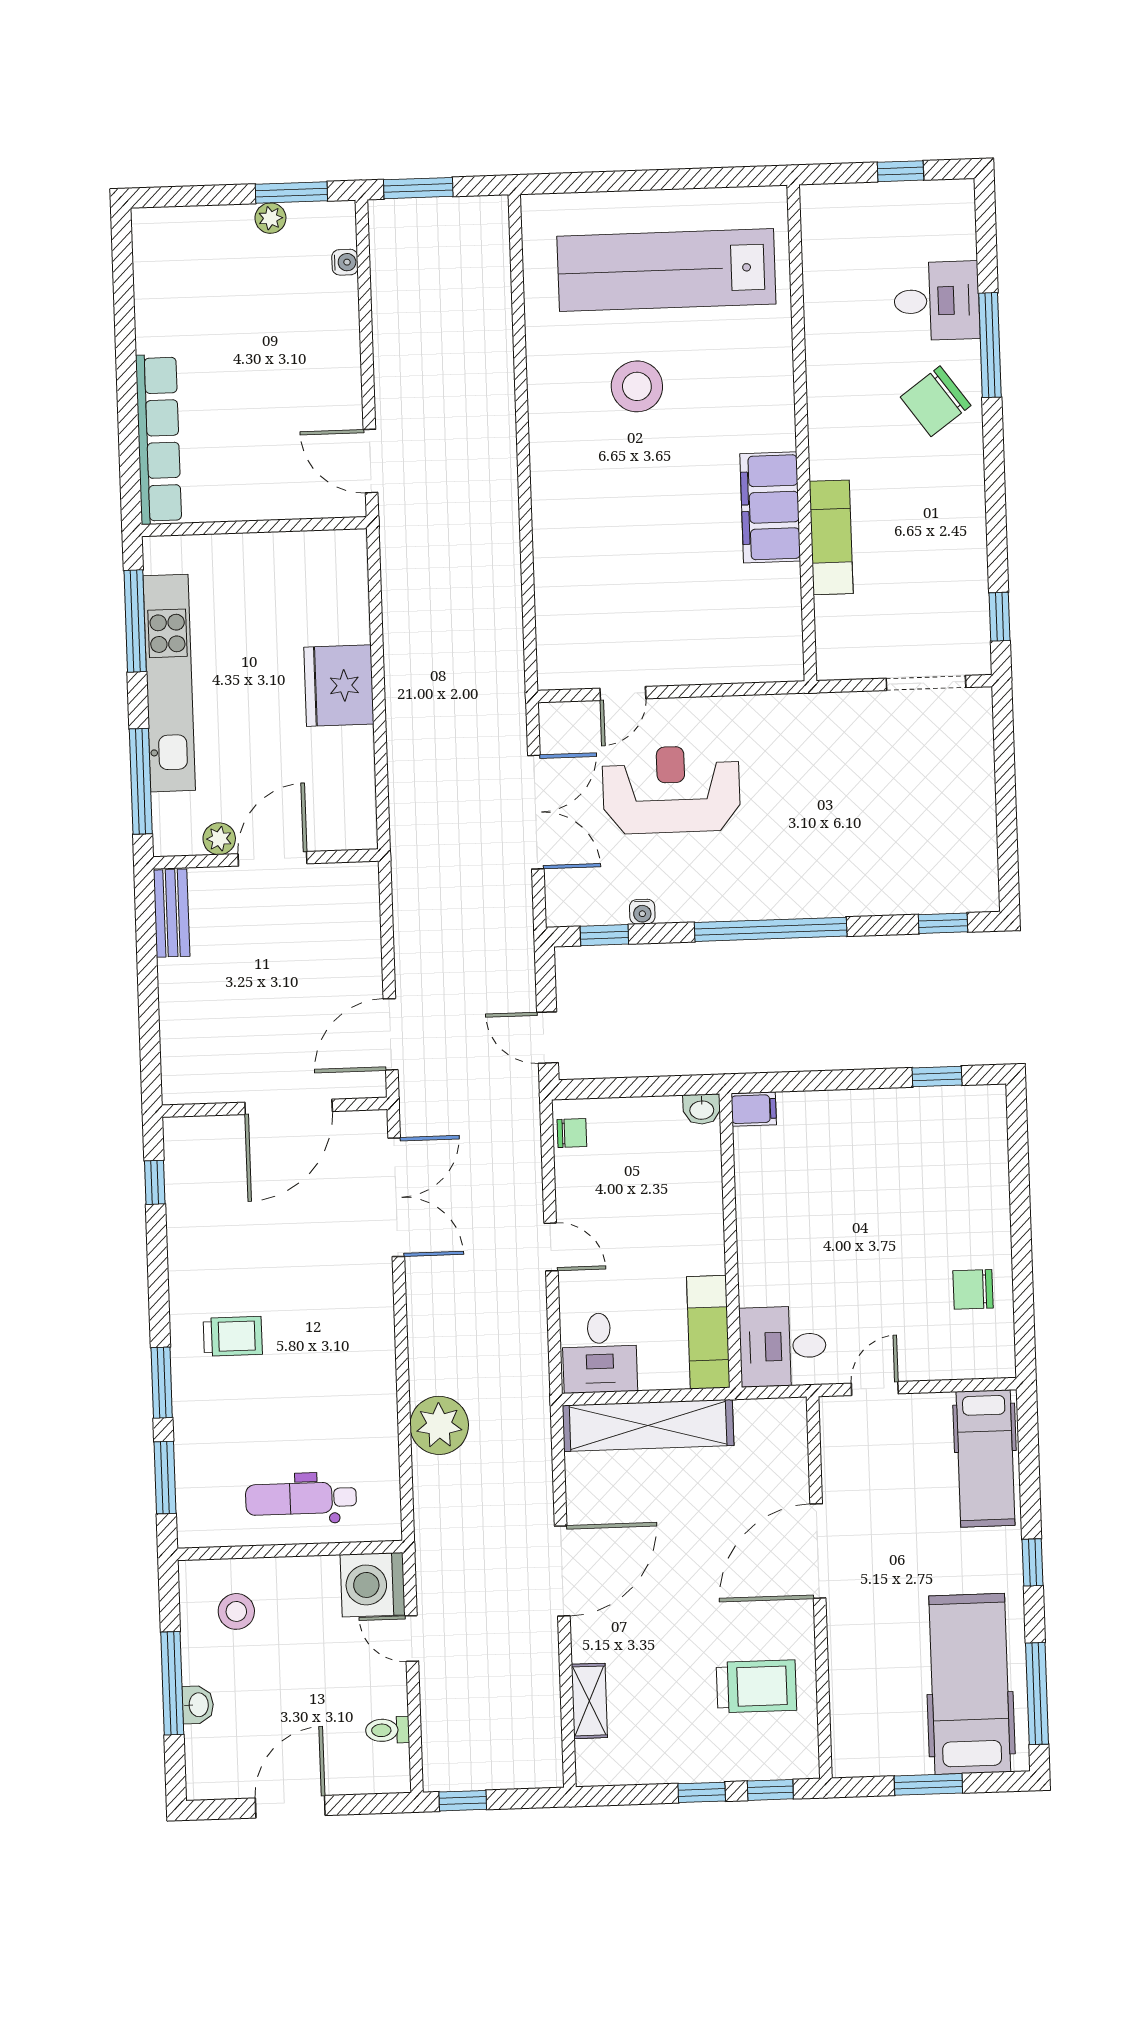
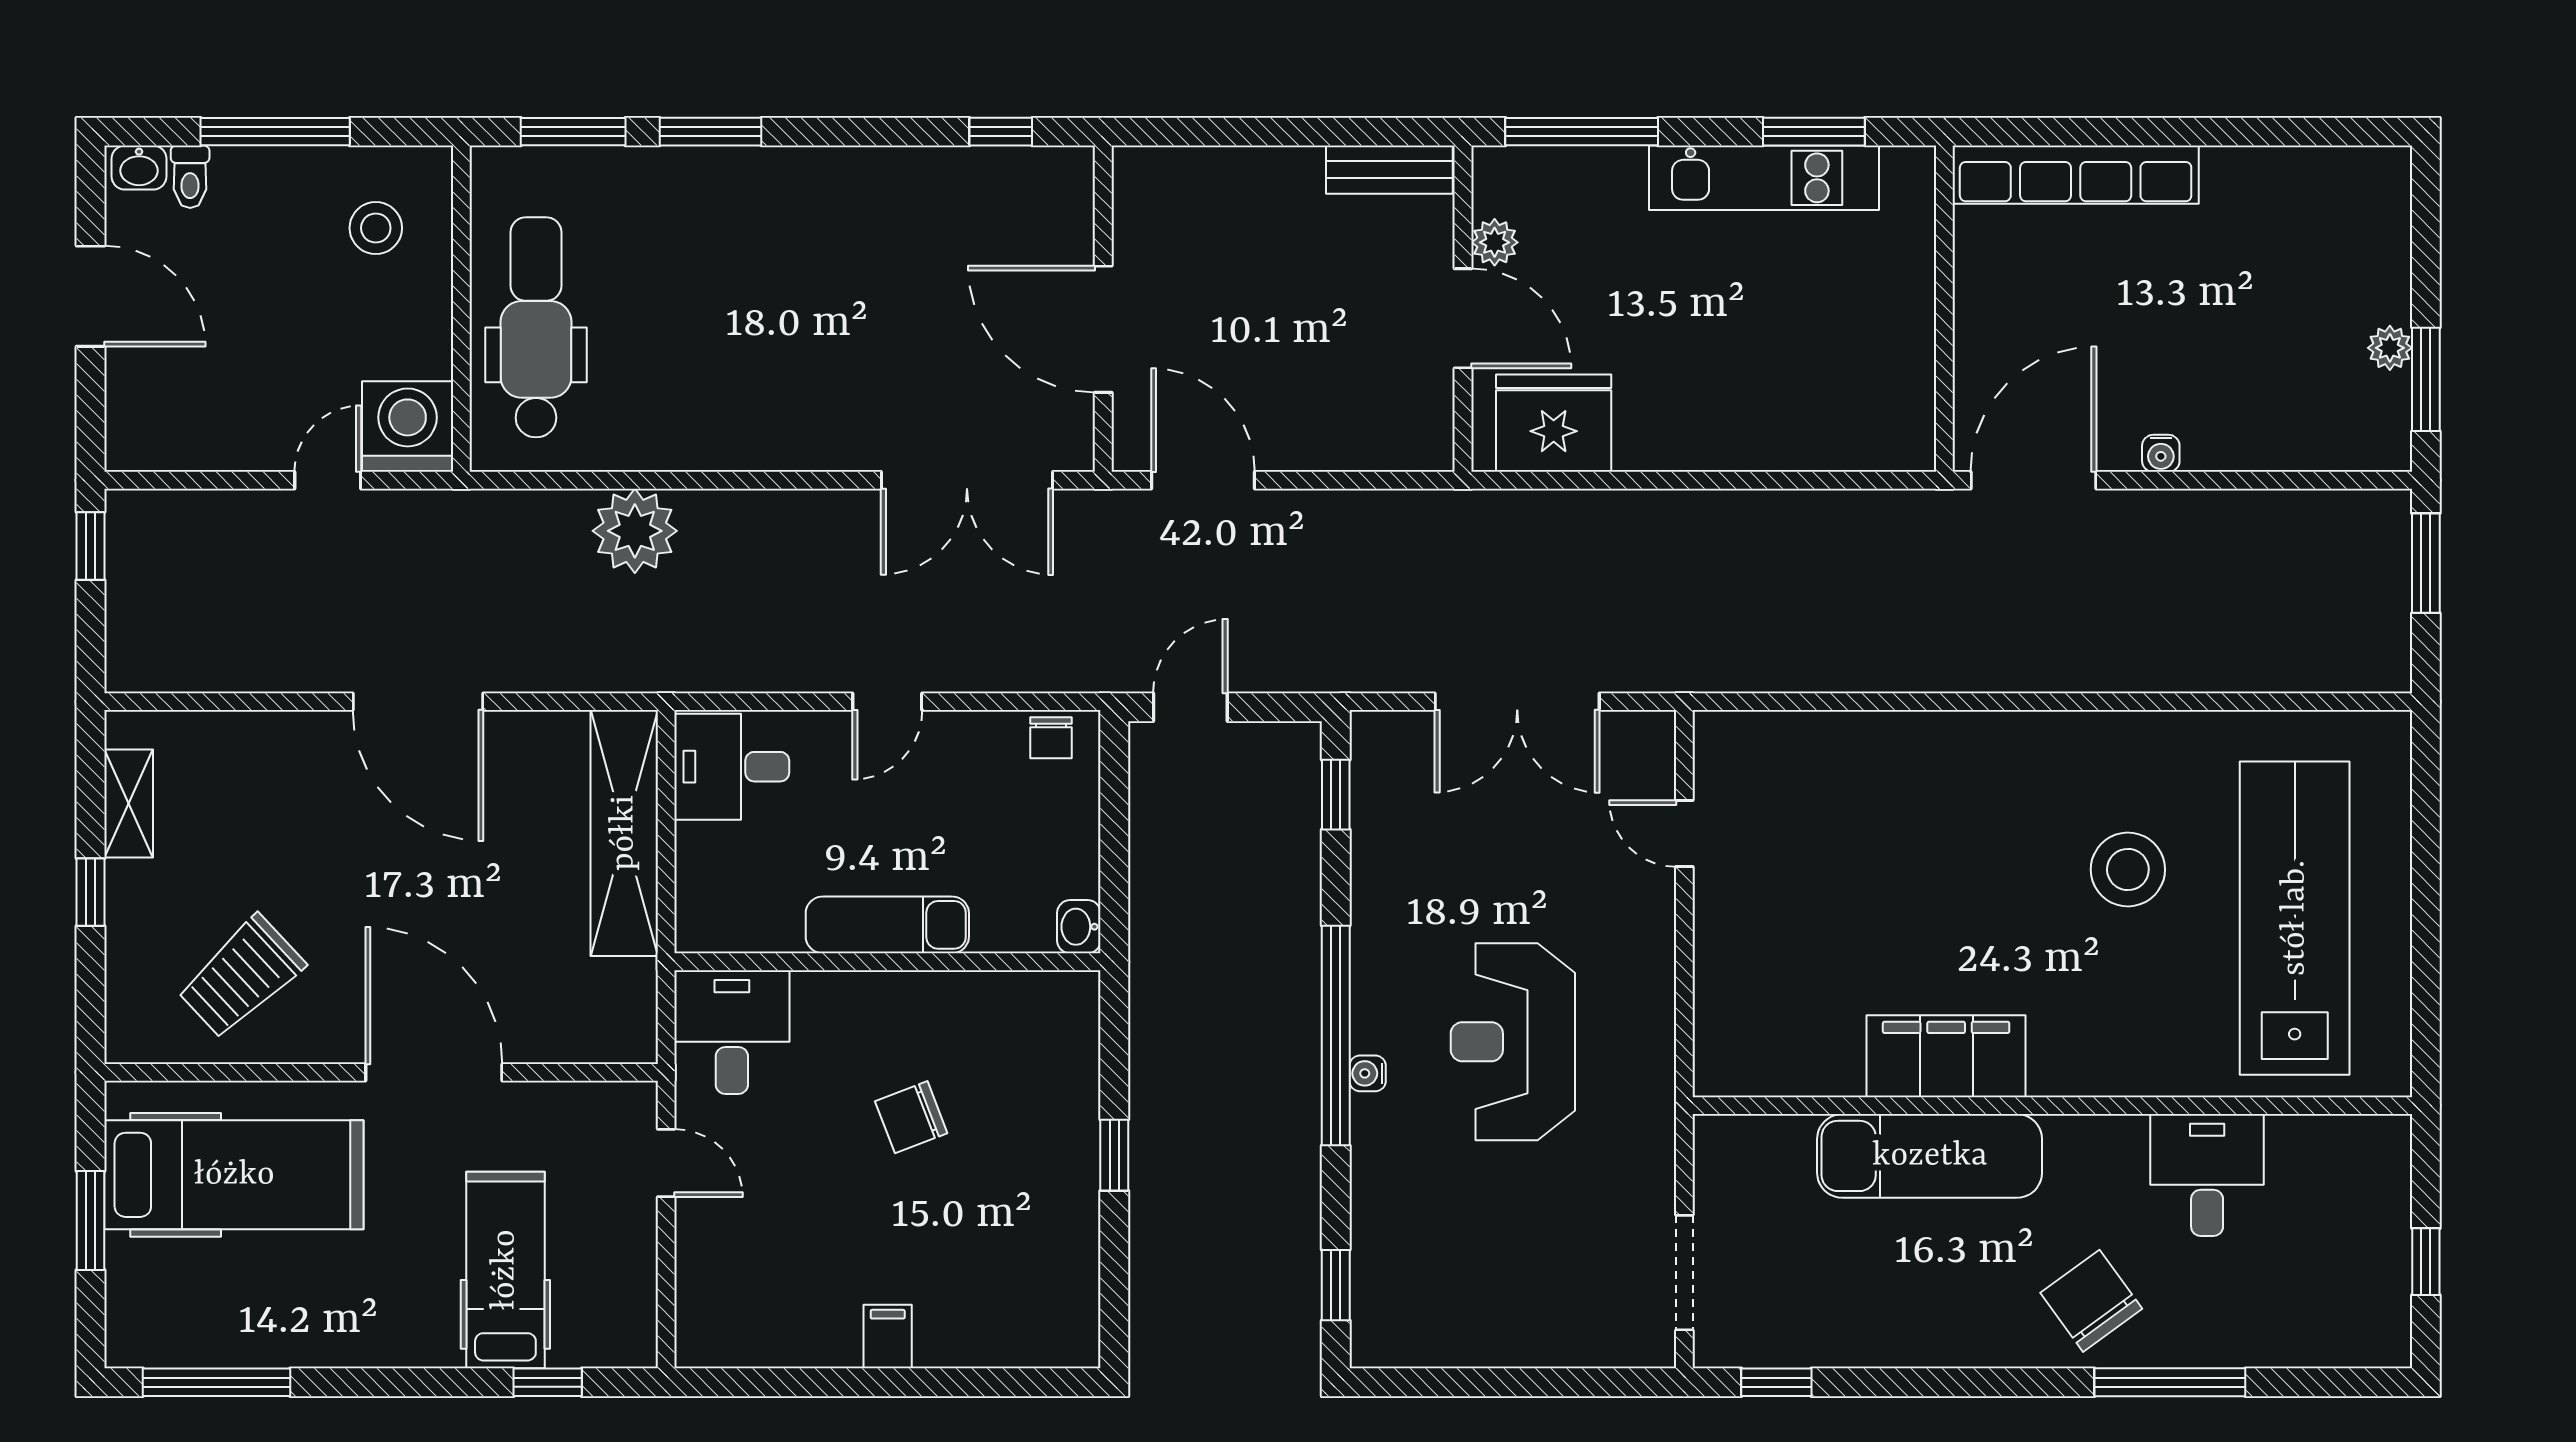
water cooler: (345, 262) -> (2161, 453), moved
desk: (937, 301) -> (2207, 1175), moved, turned 180
door: (371, 461) -> (2033, 480), width x1.36
exam couch: (831, 537) -> (1930, 1156), width x1.36, depth x1.45
window: (135, 621) -> (1814, 132), width x0.69
kitchen unit: (169, 683) -> (1764, 178), width x0.73
fridge: (339, 686) -> (1554, 423), moved
reception desk: (671, 790) -> (1513, 1042), moved, turned 180
water cooler: (642, 912) -> (1368, 1073), moved
window: (937, 1077) -> (1114, 1155), moved
filing cabinet: (754, 1109) -> (888, 1337), moved, turned 180
chair: (973, 1289) -> (911, 1117), moved, turned -111
exam couch: (708, 1332) -> (887, 925), moved
trolley: (233, 1336) -> (774, 237), removed
hospital bed: (986, 1458) -> (505, 1270), moved, turned 90
dental chair: (301, 1498) -> (536, 327), width x1.36, depth x1.38
window: (1032, 1562) -> (548, 1382), moved
hospital bed: (970, 1684) -> (234, 1175), moved
trolley: (756, 1686) -> (241, 977), turned 47
shelving: (589, 1701) -> (129, 803), moved, turned 90
washbasin: (198, 1705) -> (139, 168), moved
toilet: (387, 1730) -> (190, 177), moved, turned 180
window: (770, 1790) -> (91, 991), removed

